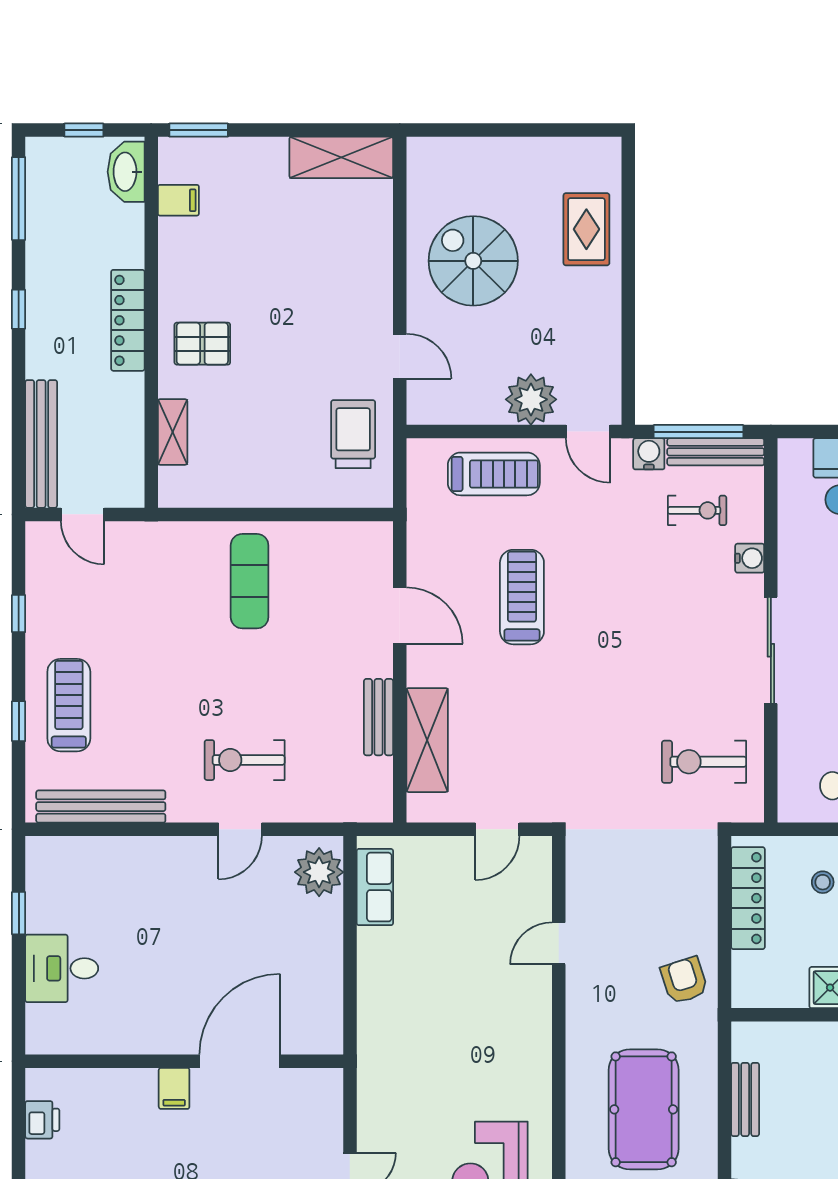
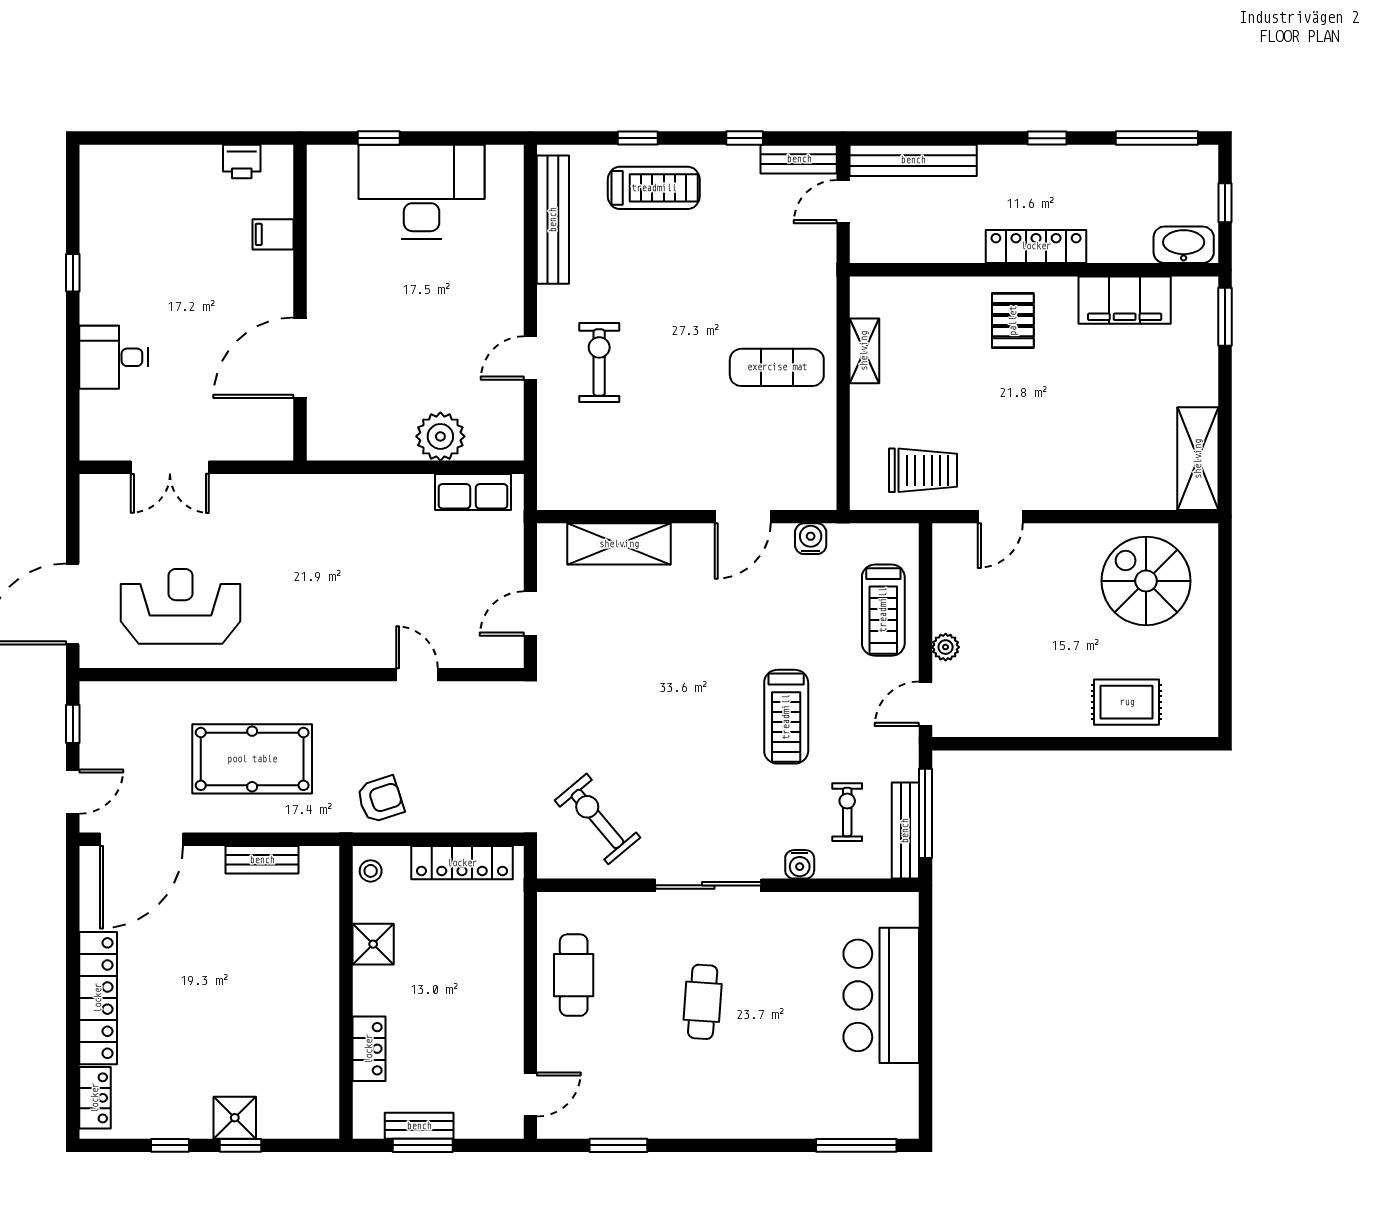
filing cabinet: (178, 200) -> (1125, 300), width x3.00, depth x1.17
spiral stairs: (473, 261) -> (1146, 581), moved, turned -90
plant: (531, 399) -> (946, 647), width x0.53, depth x0.53
shelving: (173, 432) -> (864, 351), moved, turned 90
water cooler: (649, 454) -> (811, 539), moved, turned -90
exercise bike: (697, 510) -> (847, 812), turned 180
treadmill: (522, 597) -> (786, 717), moved, turned 90
bench: (378, 717) -> (799, 159), moved
exercise bike: (704, 762) -> (597, 819), turned -40
door: (240, 829) -> (530, 358), hinge flipped
door: (497, 829) -> (530, 614), hinge flipped
plant: (319, 872) -> (440, 436), moved
stool: (823, 882) -> (371, 871), moved
window: (19, 913) -> (379, 138), moved
desk: (62, 968) -> (422, 192), width x1.87, depth x1.30
door: (240, 1061) -> (300, 358), swing flipped
filing cabinet: (174, 1088) -> (273, 234), moved

